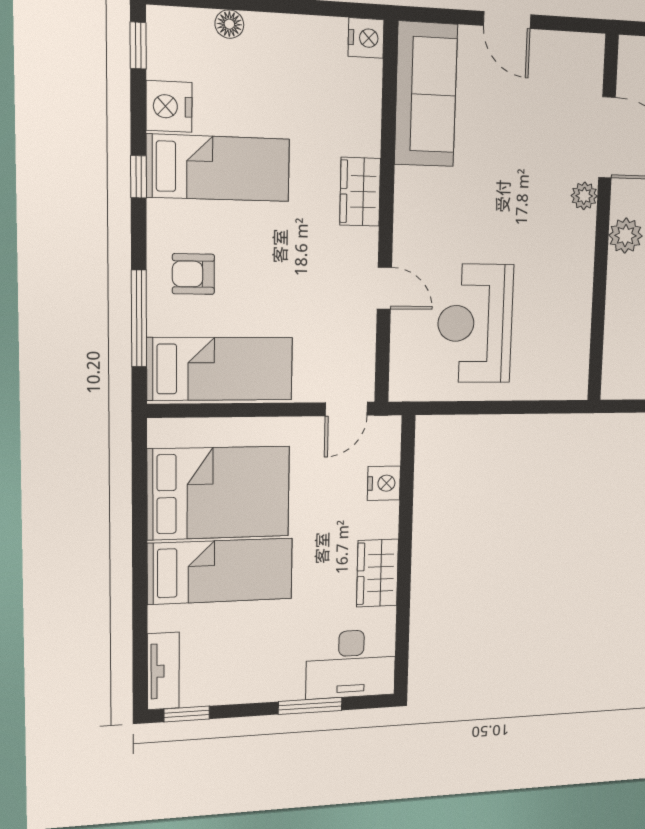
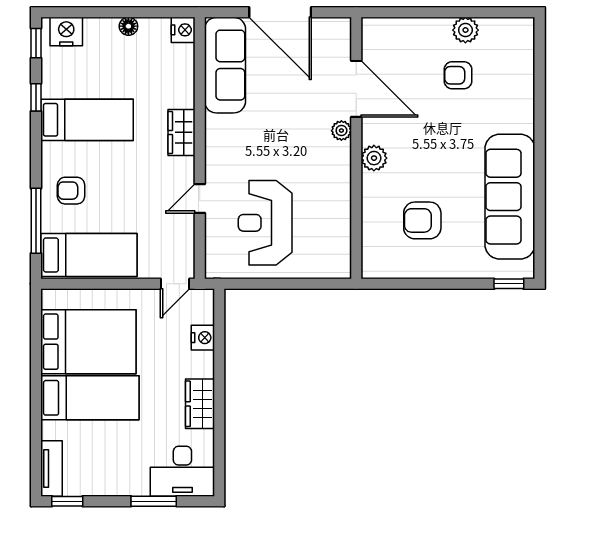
door: (507, 20) -> (280, 12), width x1.87
floor lamp: (229, 24) -> (128, 26), moved
nightstand: (169, 106) -> (66, 32), moved, turned 90
window: (139, 177) -> (36, 97), moved
door: (384, 288) -> (200, 198), swing flipped

